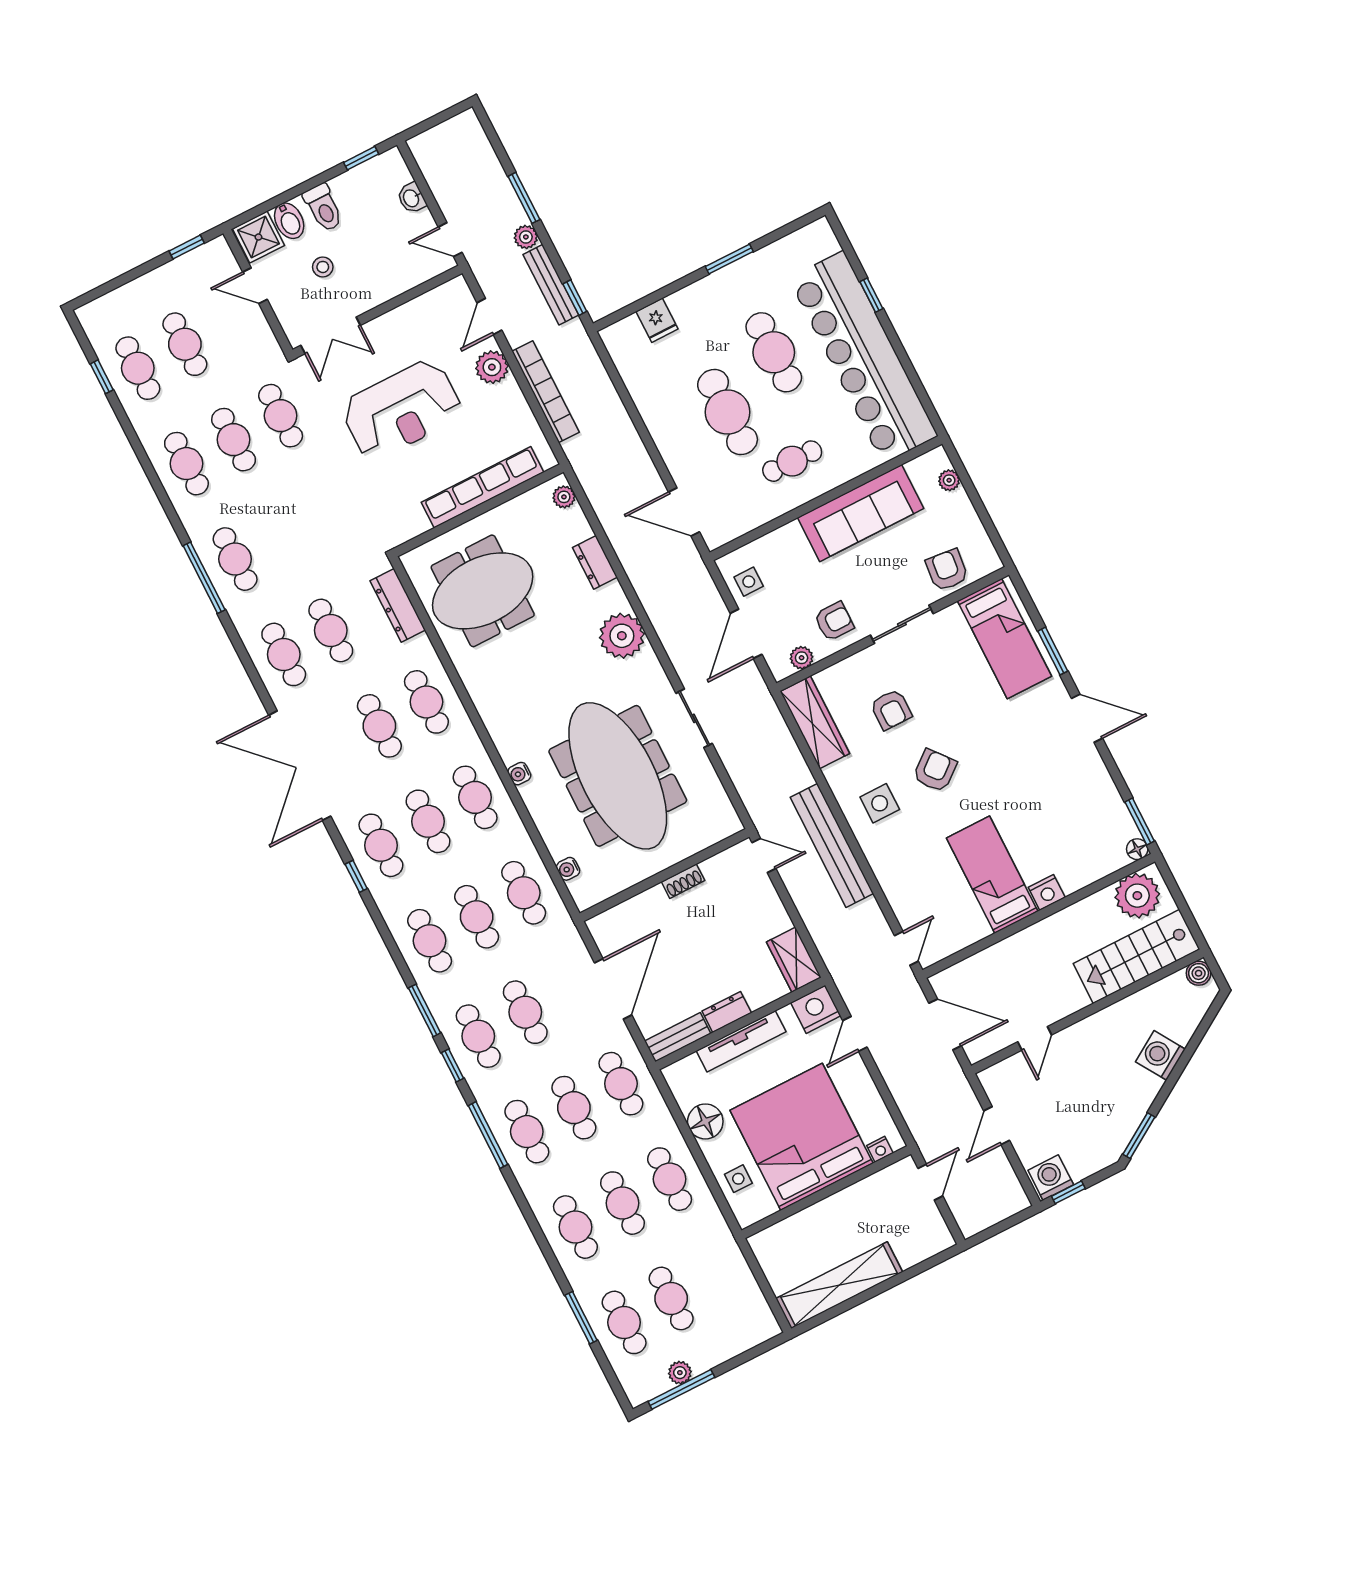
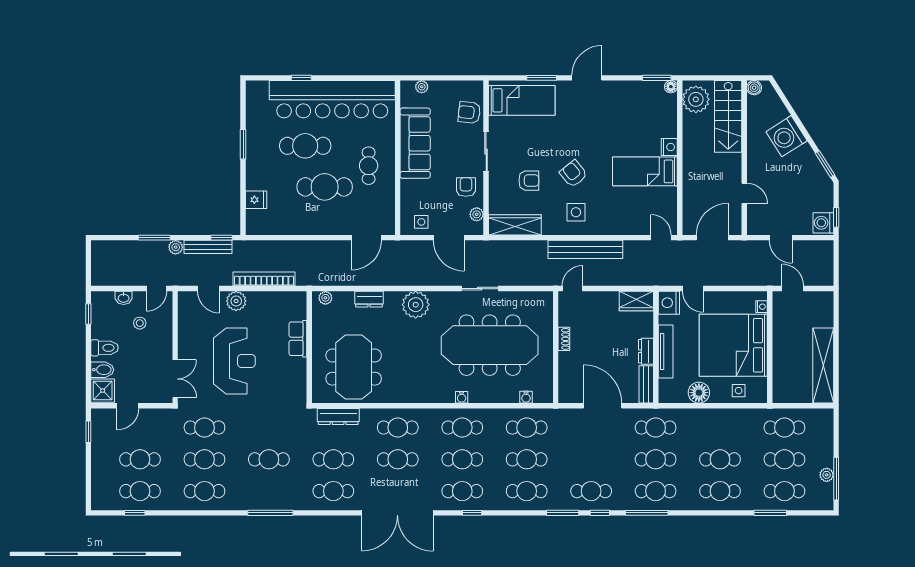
stool: (323, 267) -> (140, 323), moved
row of seats: (483, 487) -> (298, 339), width x0.50
cafe table: (235, 559) -> (269, 459), moved
cafe table: (525, 1012) -> (591, 459), removed
washing machine: (1160, 1055) -> (787, 136), width x1.37, depth x1.37
cafe table: (670, 1179) -> (784, 428), moved

